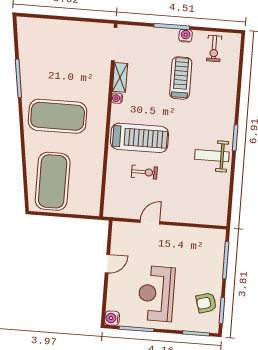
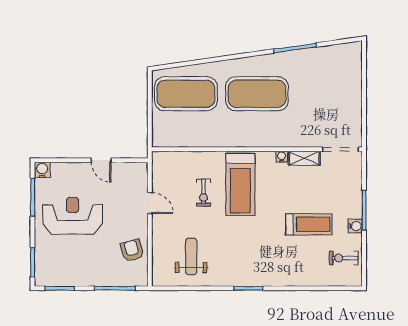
exercise mat: (58, 116) -> (257, 94), turned 90
weight bench: (212, 156) -> (191, 256), moved
armchair: (206, 303) -> (132, 251), moved

